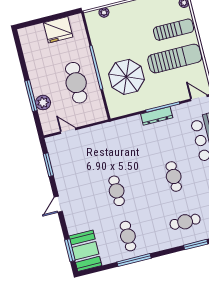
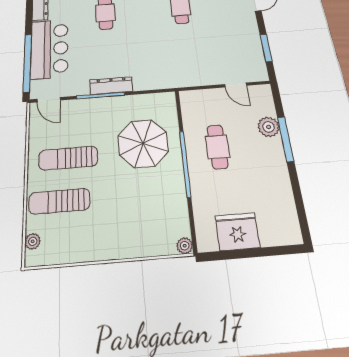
plant: (104, 12) -> (185, 246), moved
sun lounger: (175, 59) -> (68, 158), width x0.73, depth x0.75
cafe table: (76, 83) -> (217, 147), width x0.73, depth x0.74

